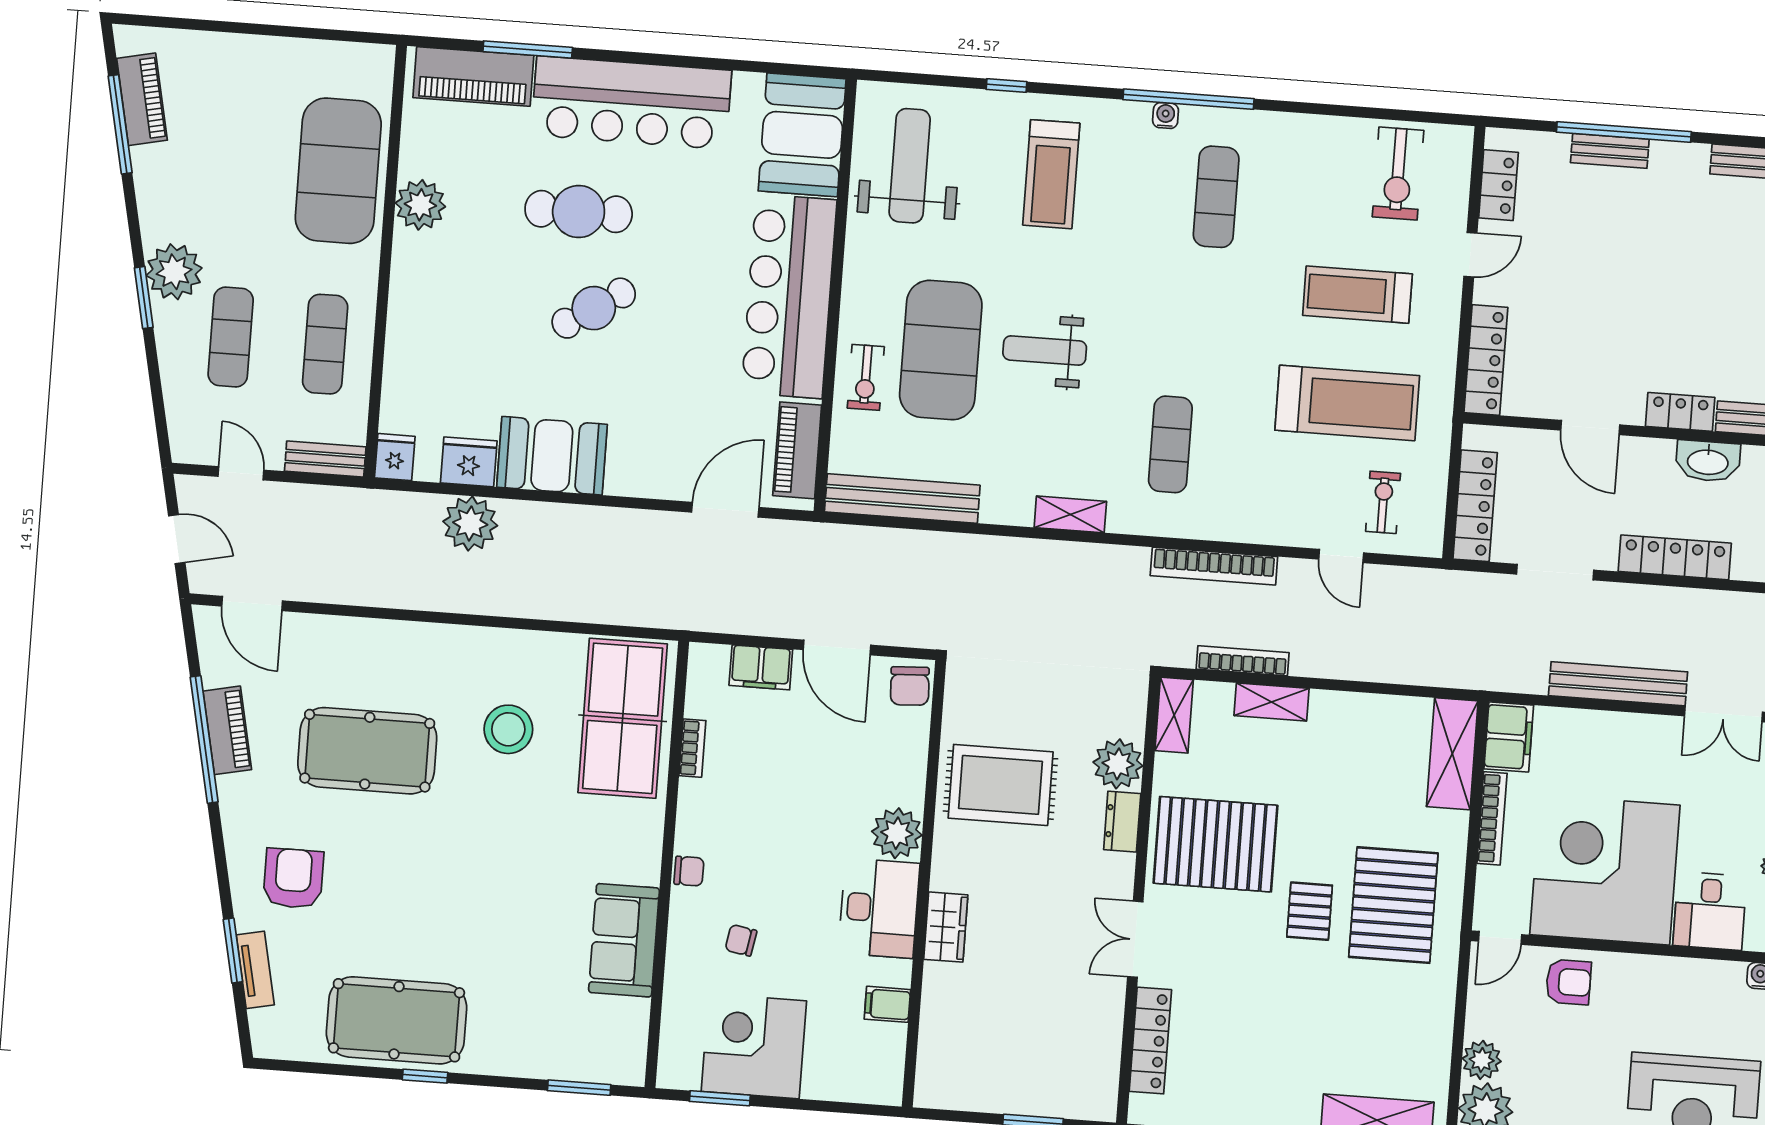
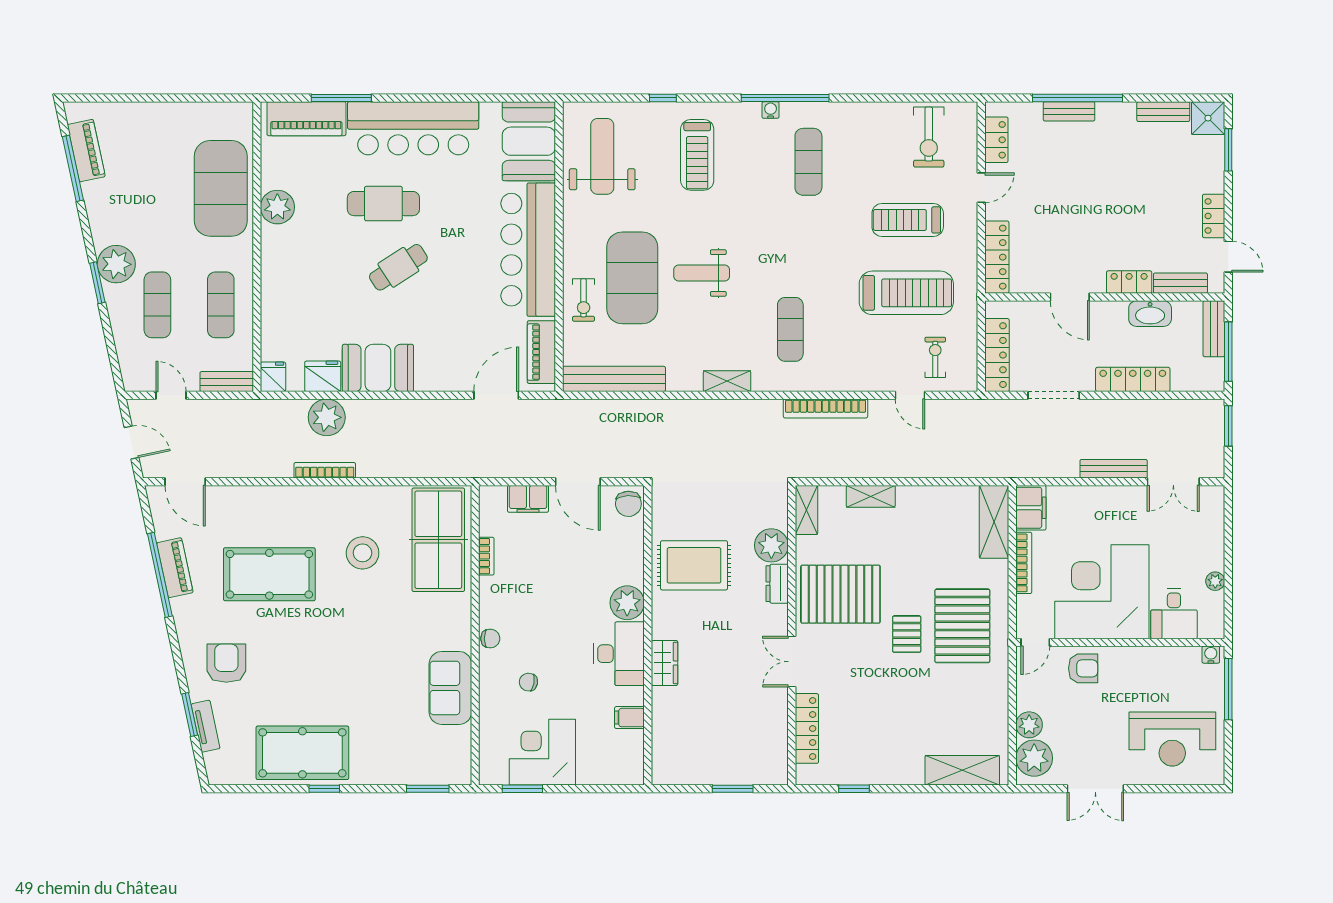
bookcase: (1243, 661) -> (325, 470), moved
bench: (1618, 684) -> (1114, 469), width x0.73, depth x0.82

